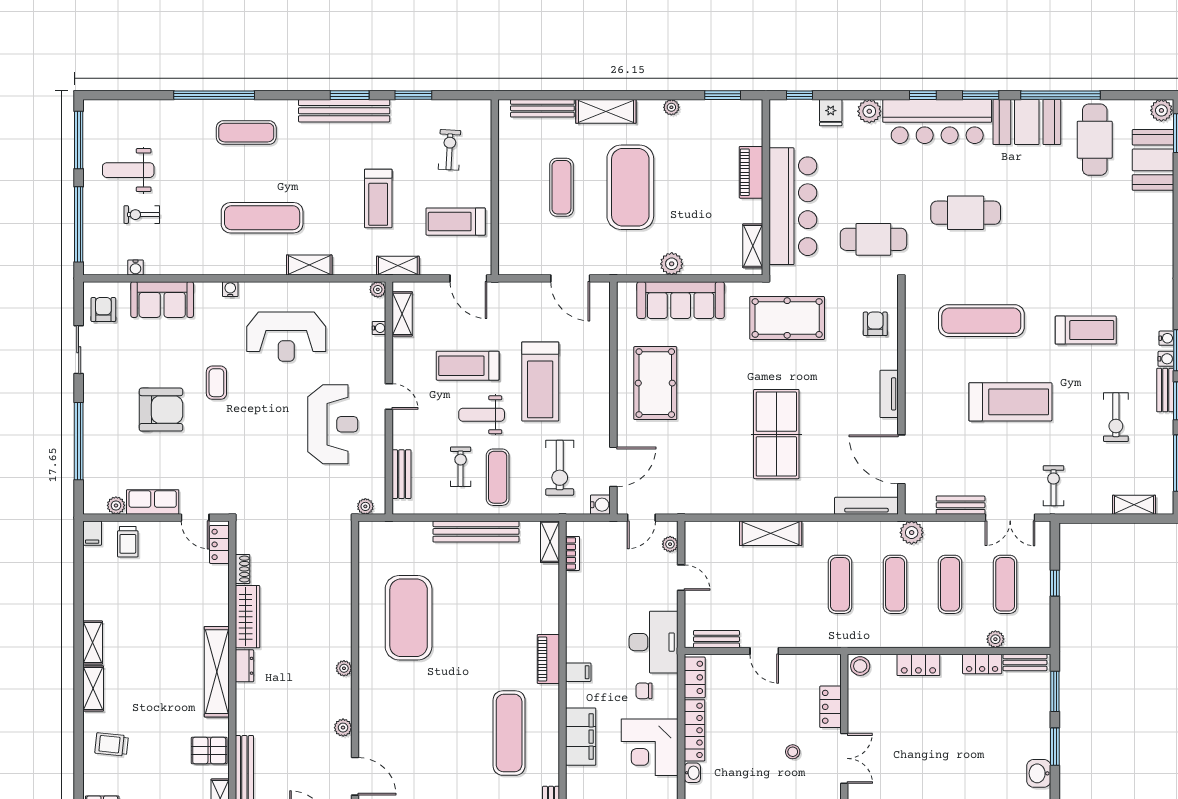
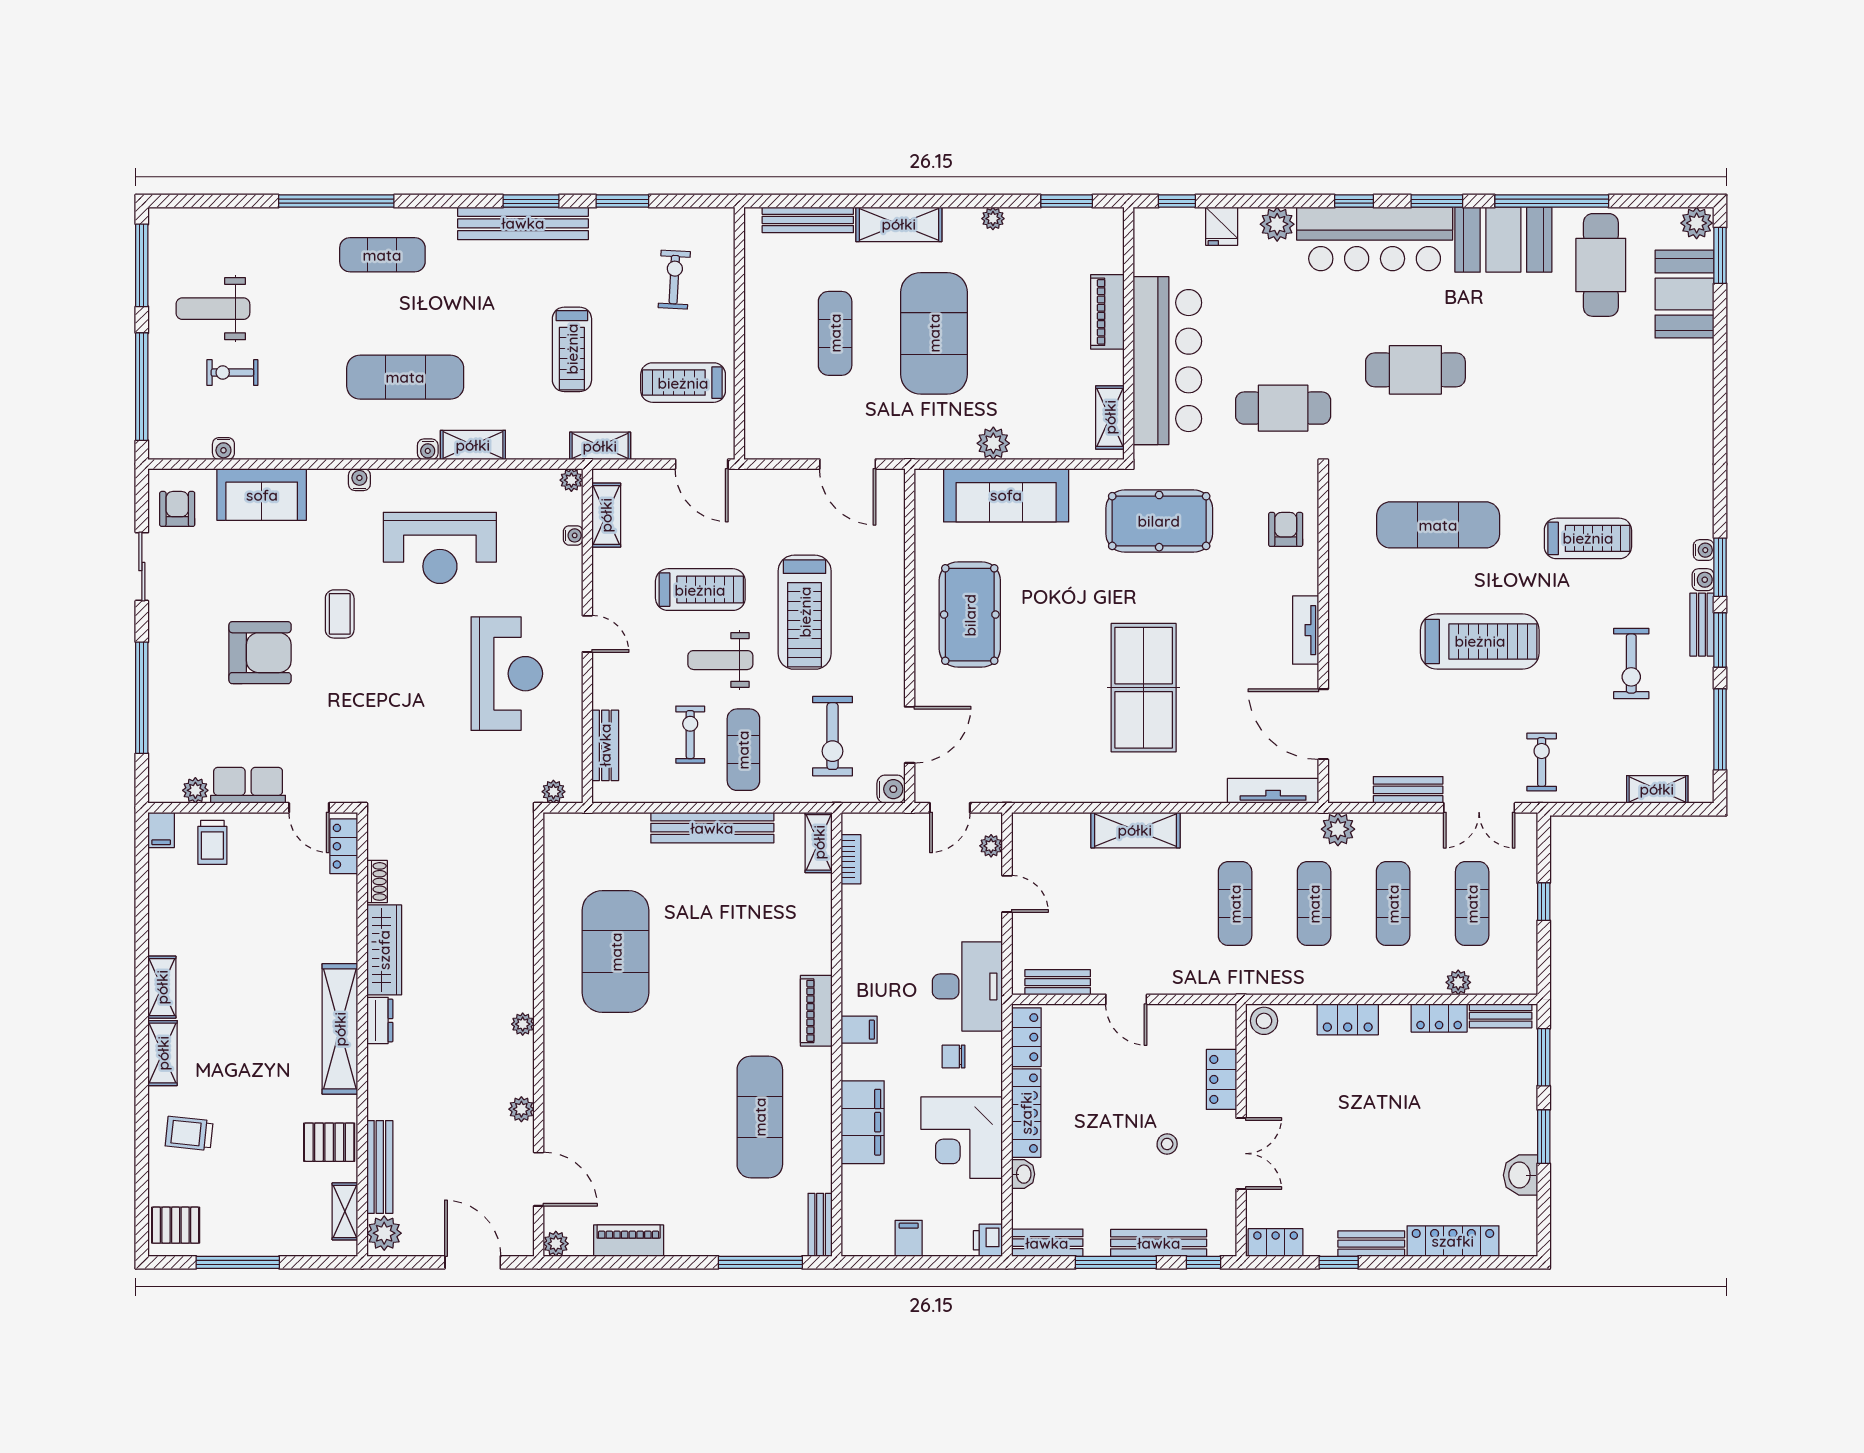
water cooler: (278, 268) -> (428, 449), added
treadmill: (468, 366) -> (700, 590), turned 180

